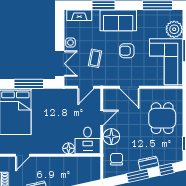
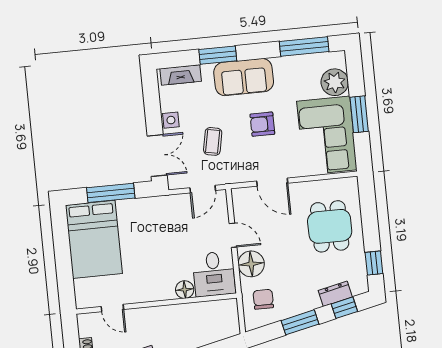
door: (102, 118) -> (233, 235), hinge flipped
door: (23, 155) -> (112, 308), hinge flipped
dresser: (148, 163) -> (335, 294), moved

